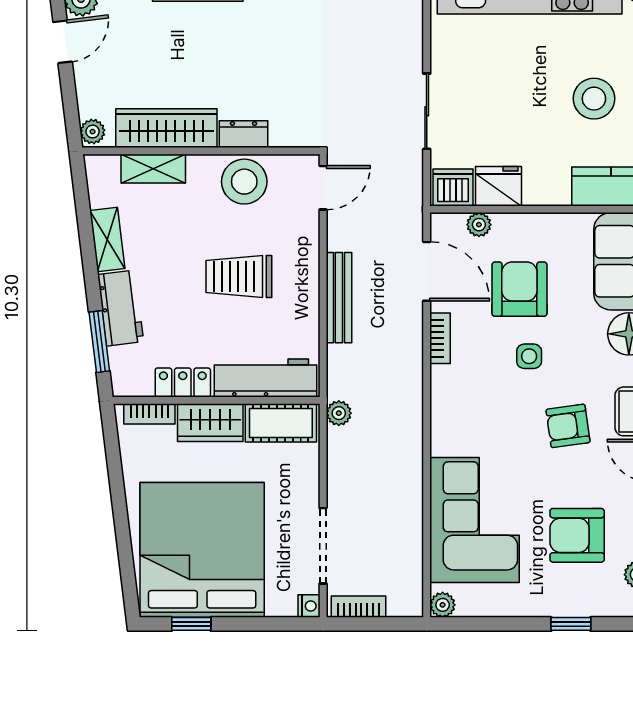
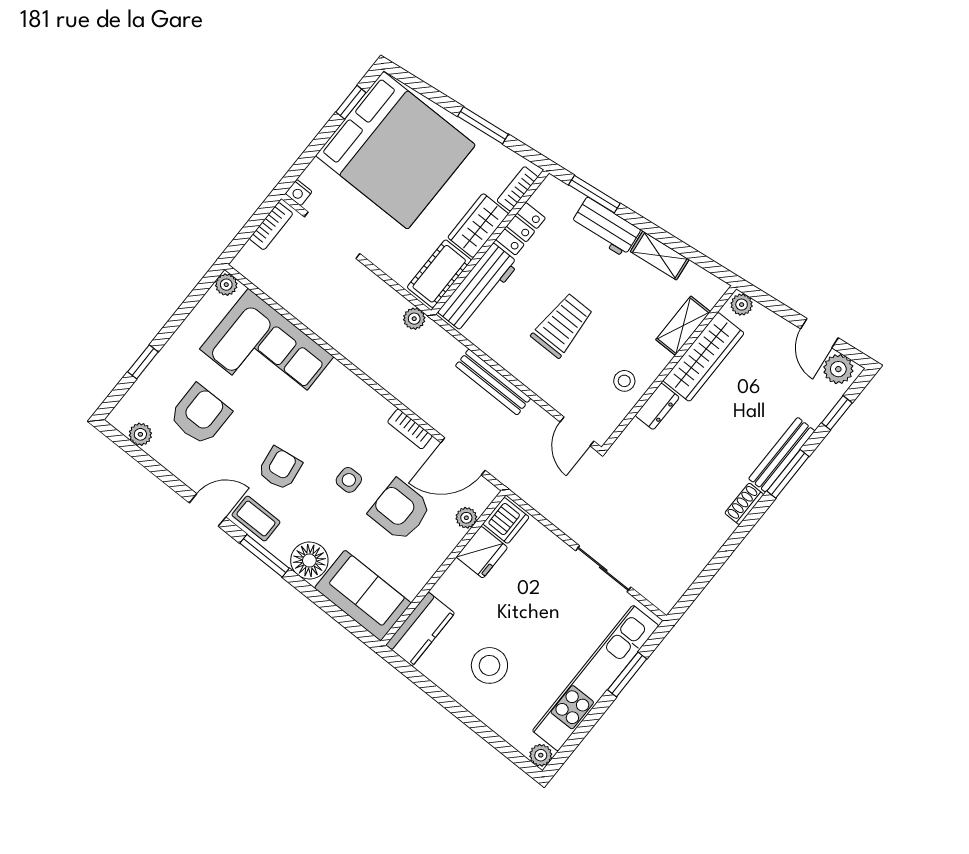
sliding door: (427, 111) -> (603, 569), moved
stool: (244, 182) -> (624, 381), width x0.53, depth x0.53
armchair: (519, 289) -> (400, 510), turned 180
window: (117, 490) -> (483, 125), added

